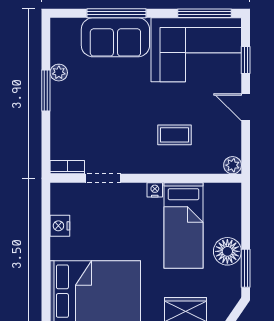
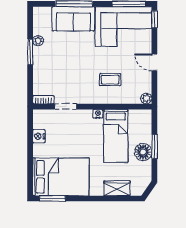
window: (246, 60) -> (154, 19), moved
window: (246, 268) -> (154, 147), moved

